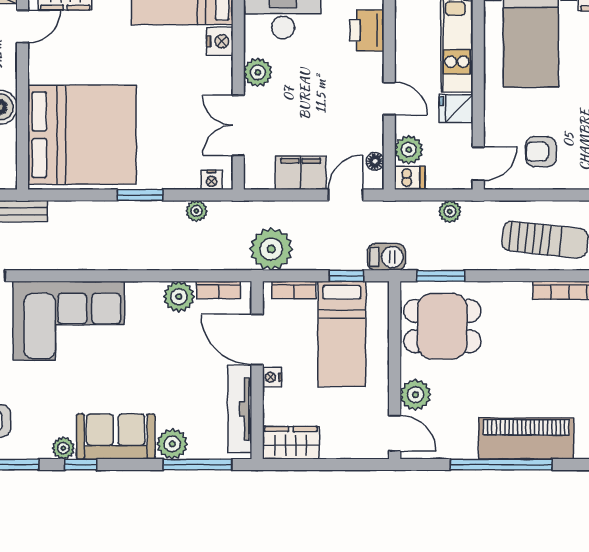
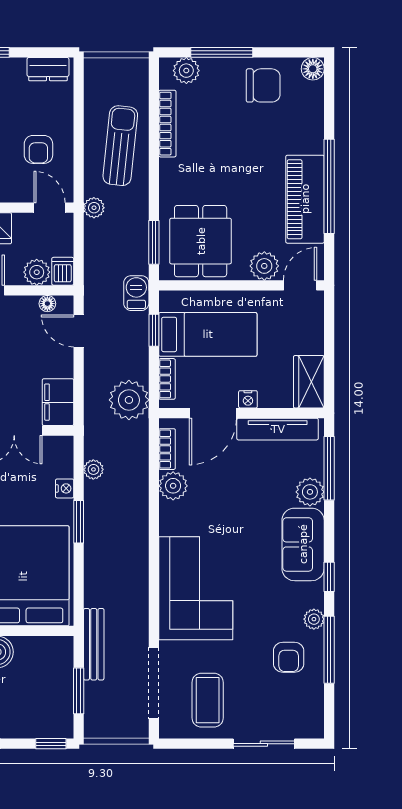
filing cabinet: (301, 173) -> (58, 402), moved
nightstand: (212, 180) -> (65, 488), moved
plant: (450, 211) -> (94, 208), moved
piano: (526, 439) -> (305, 199), moved
plant: (63, 448) -> (314, 619), moved

